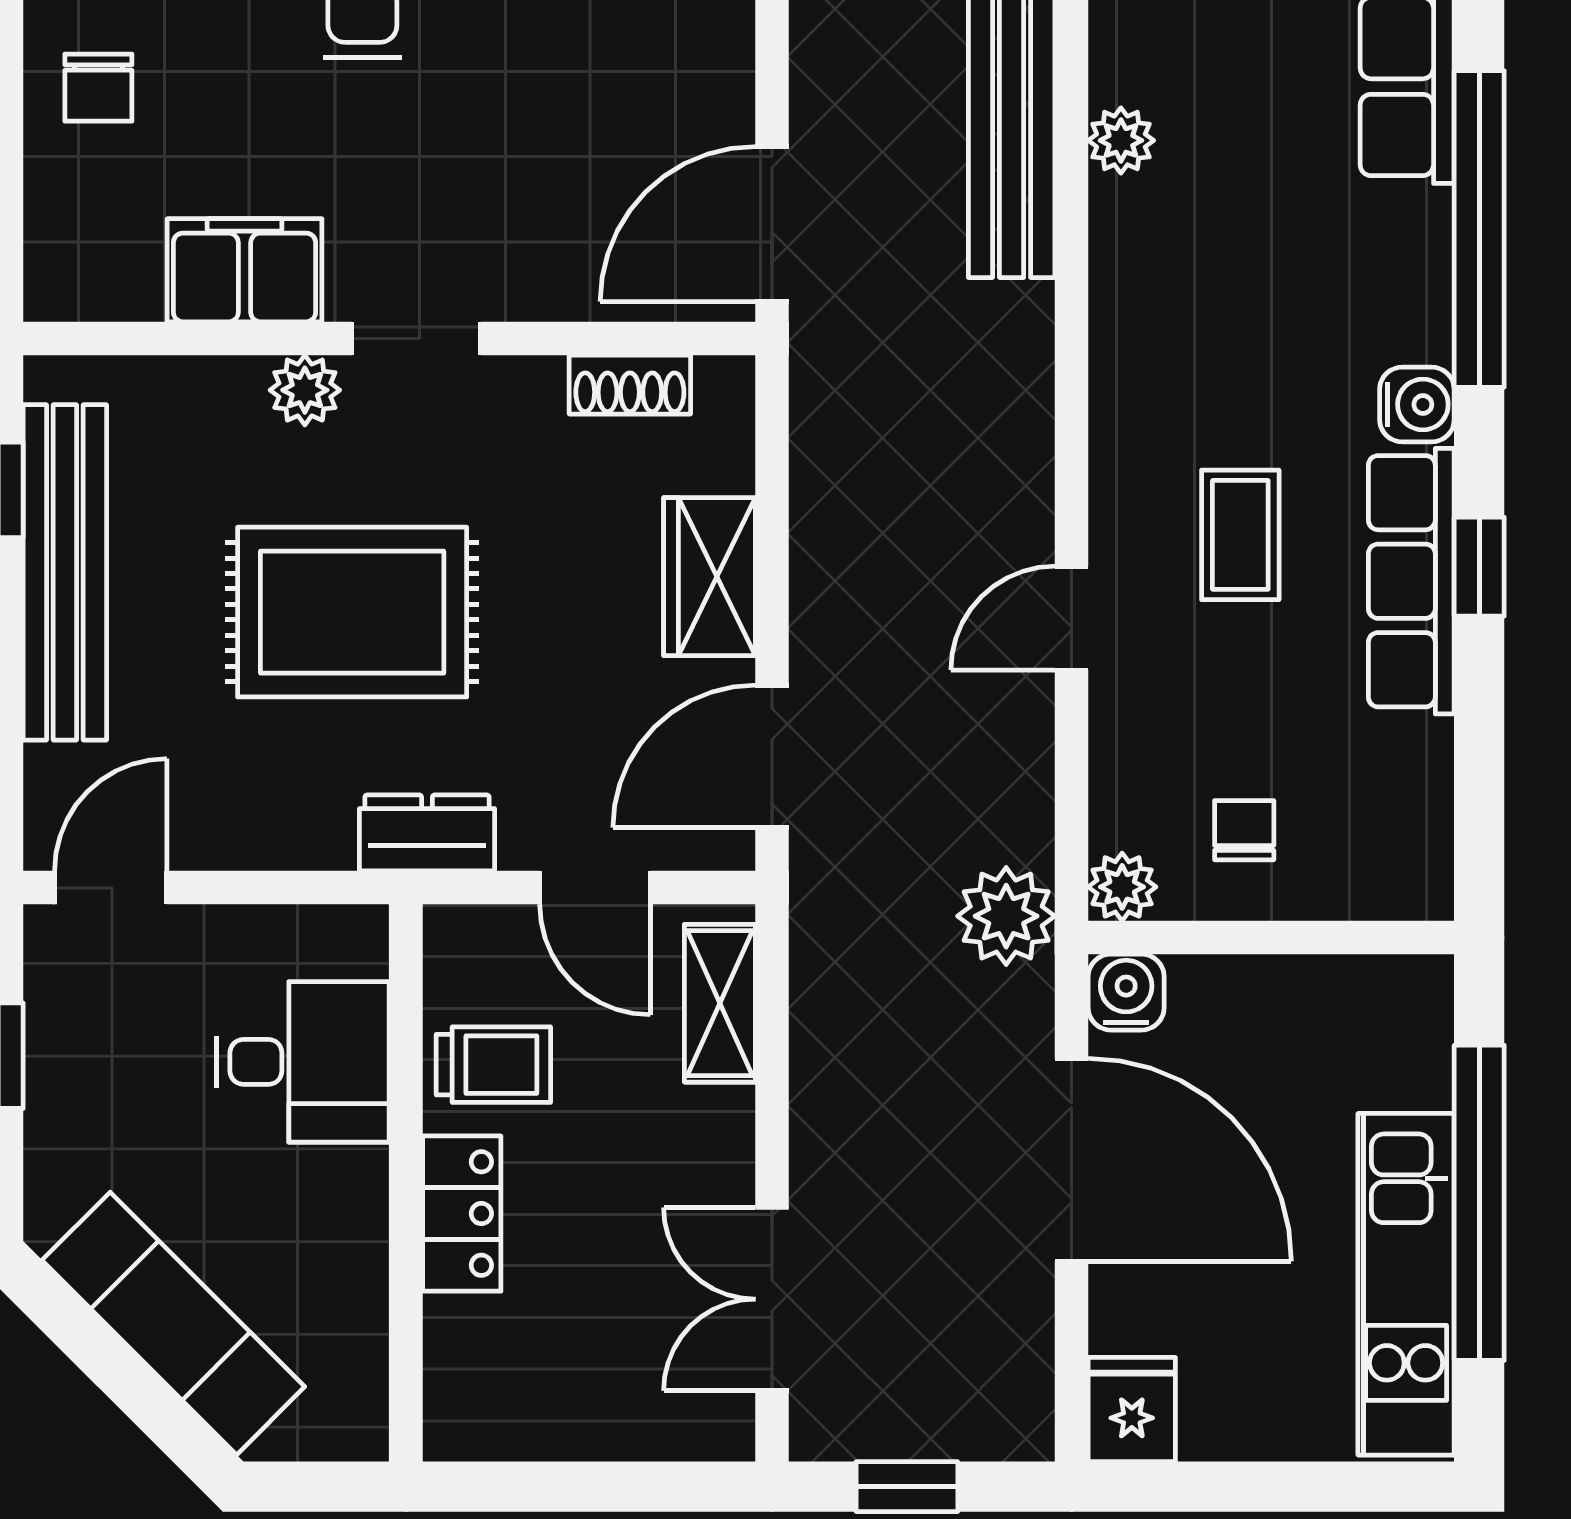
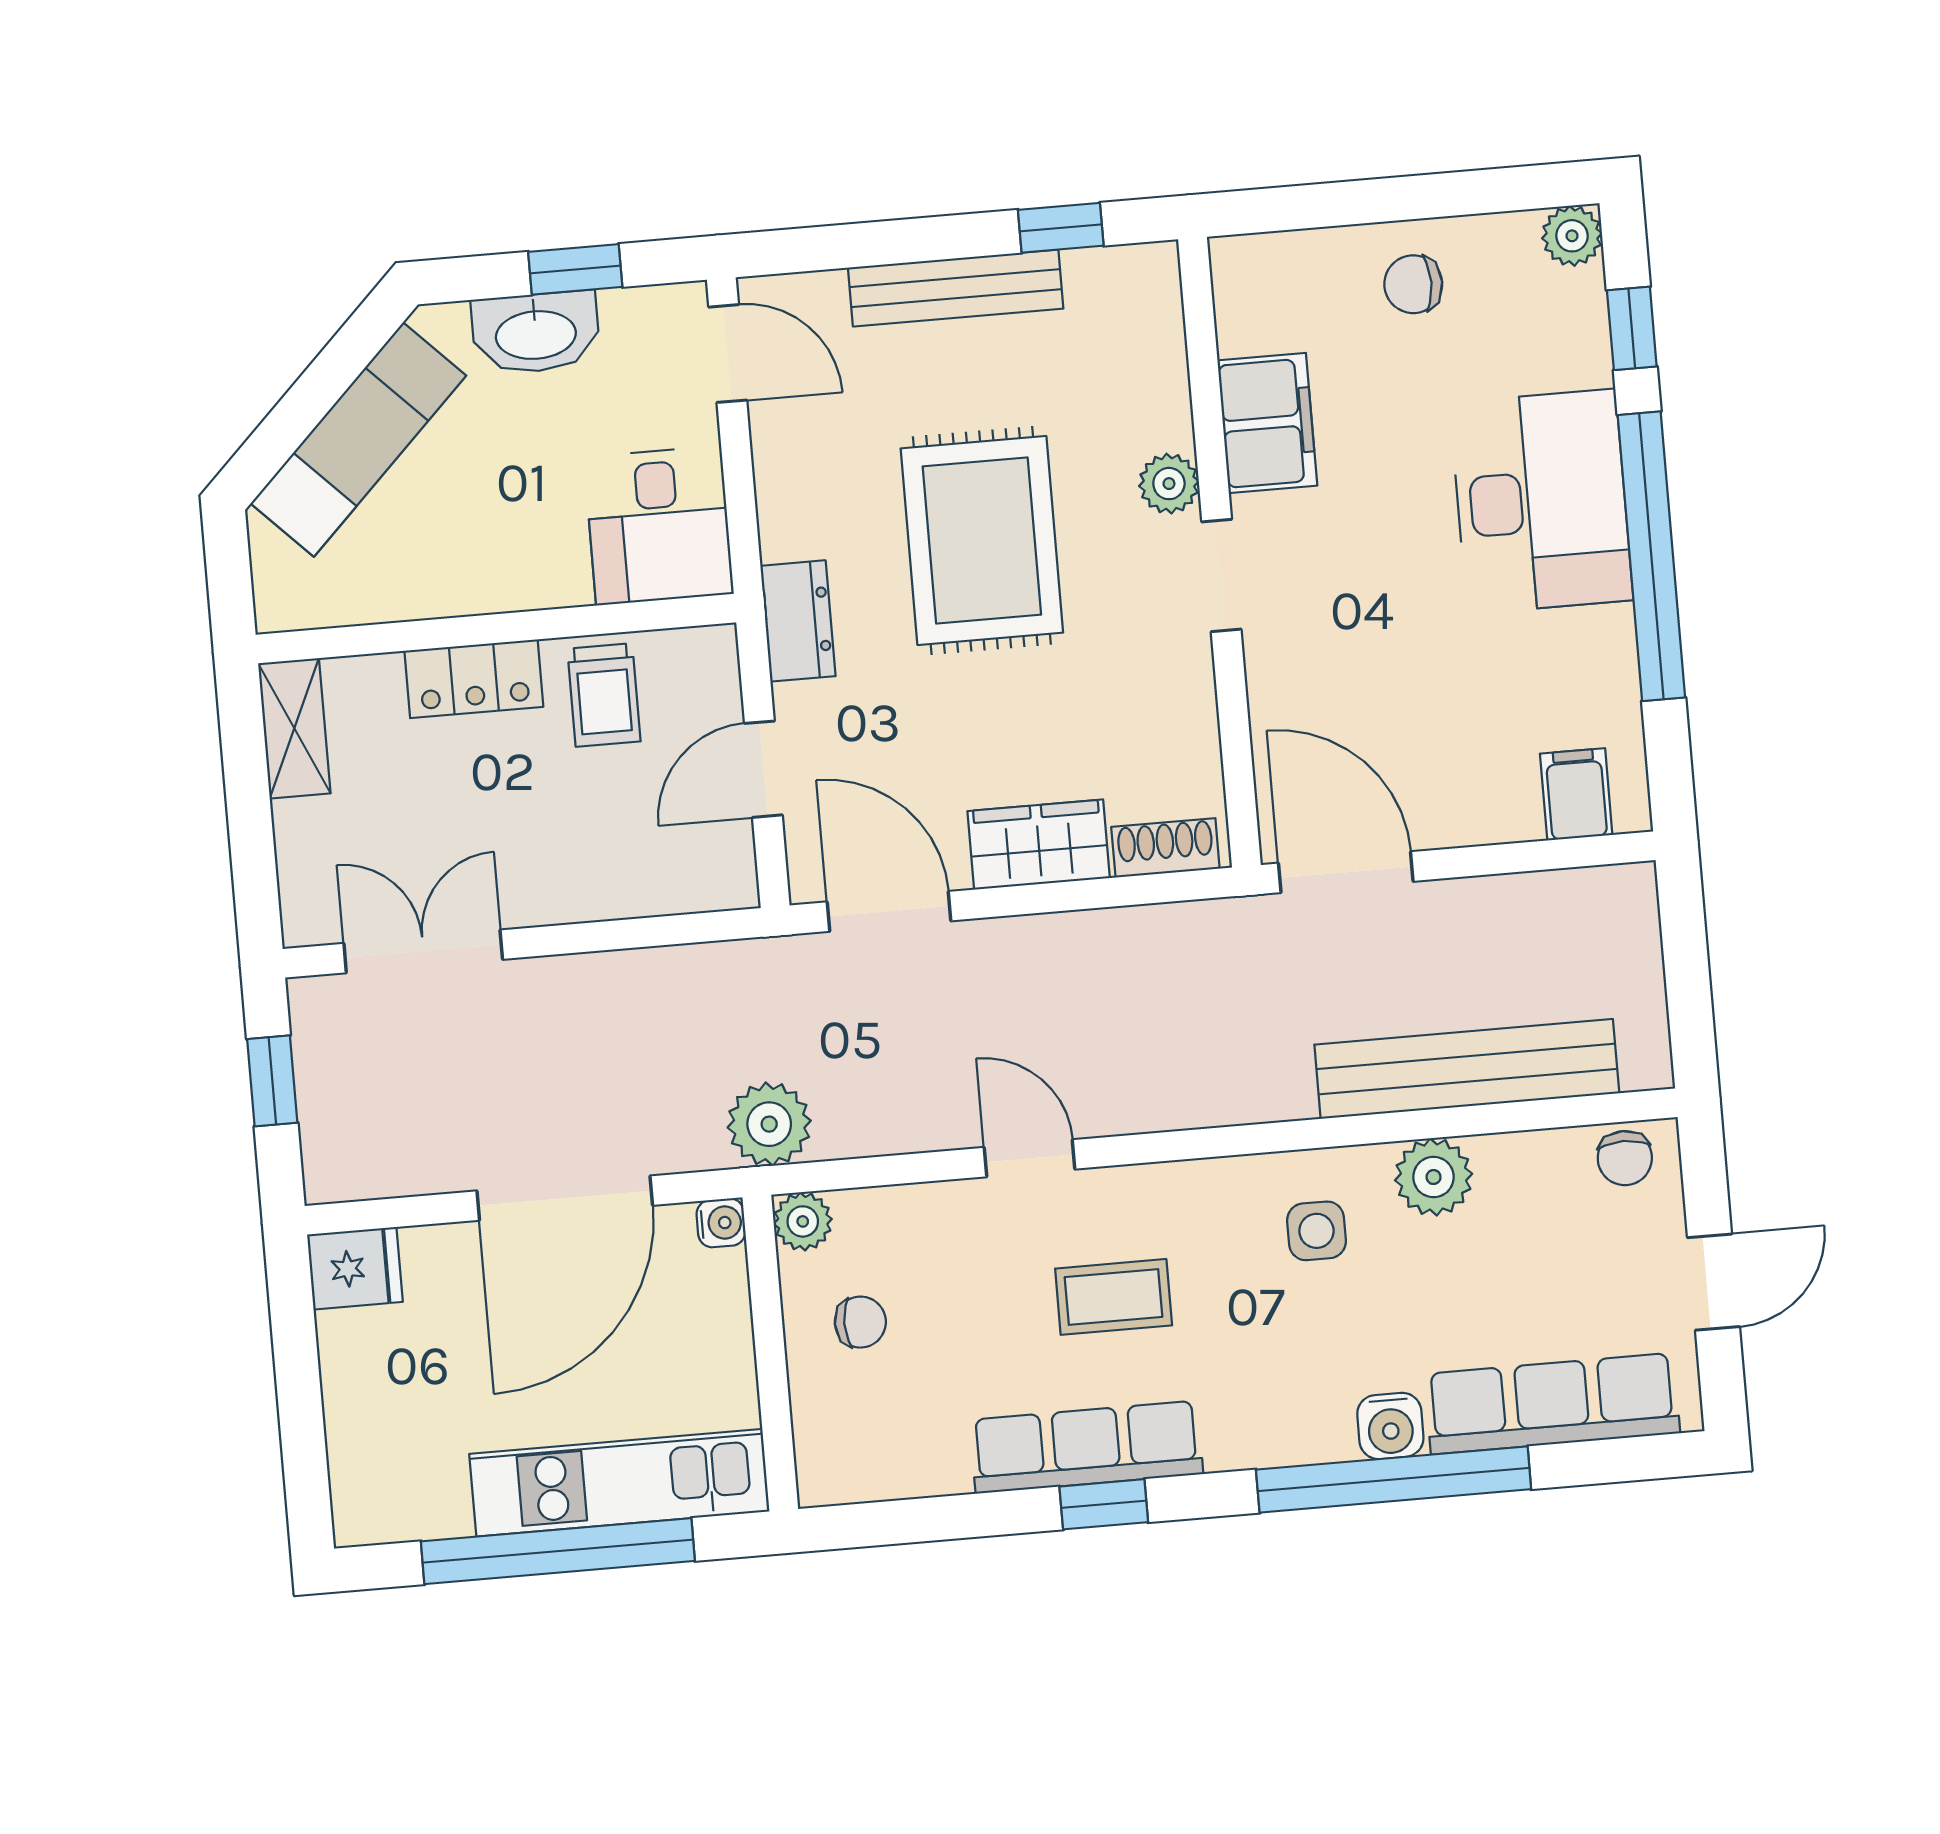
plant: (1121, 140) -> (1434, 1177), width x1.38, depth x1.38
side table: (1184, 293) -> (1316, 1231), added
shoe rack: (630, 385) -> (1165, 848), moved, turned 90
water cooler: (1417, 404) -> (1390, 1426), moved
bench: (65, 572) -> (956, 288), width x0.73, depth x0.82
water cooler: (1126, 992) -> (721, 1223), width x0.72, depth x0.72
shelving: (720, 1003) -> (294, 728), moved, turned 90
desk: (303, 1062) -> (659, 525), moved
washbasin: (68, 1108) -> (536, 333), added
kitchen unit: (1406, 1284) -> (619, 1483), moved

